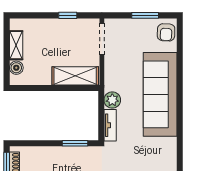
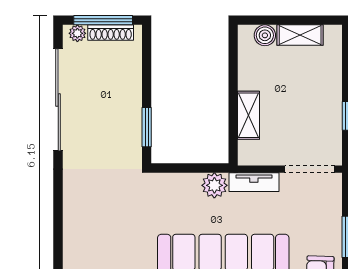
shelving: (75, 76) -> (248, 115), width x0.67, depth x0.75
tv unit: (110, 125) -> (254, 182), moved

